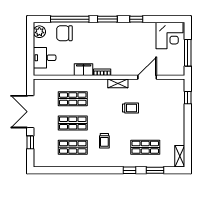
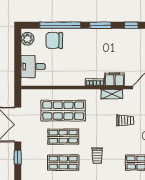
filing cabinet: (84, 70) -> (115, 79), moved
shop shelf: (73, 99) -> (63, 111), width x1.43, depth x1.36

